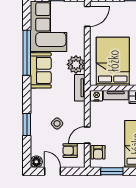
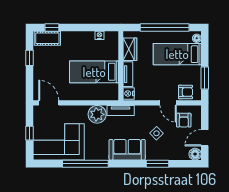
bed: (113, 61) -> (94, 72), width x0.67
sofa: (41, 70) -> (127, 150), moved

